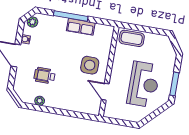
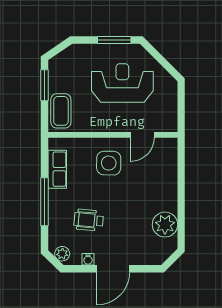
row of seats: (81, 27) -> (57, 169), moved
window: (151, 30) -> (45, 85), added
wheelchair: (45, 76) -> (89, 220), moved, turned 95
plant: (40, 101) -> (165, 225), width x1.87, depth x1.87

